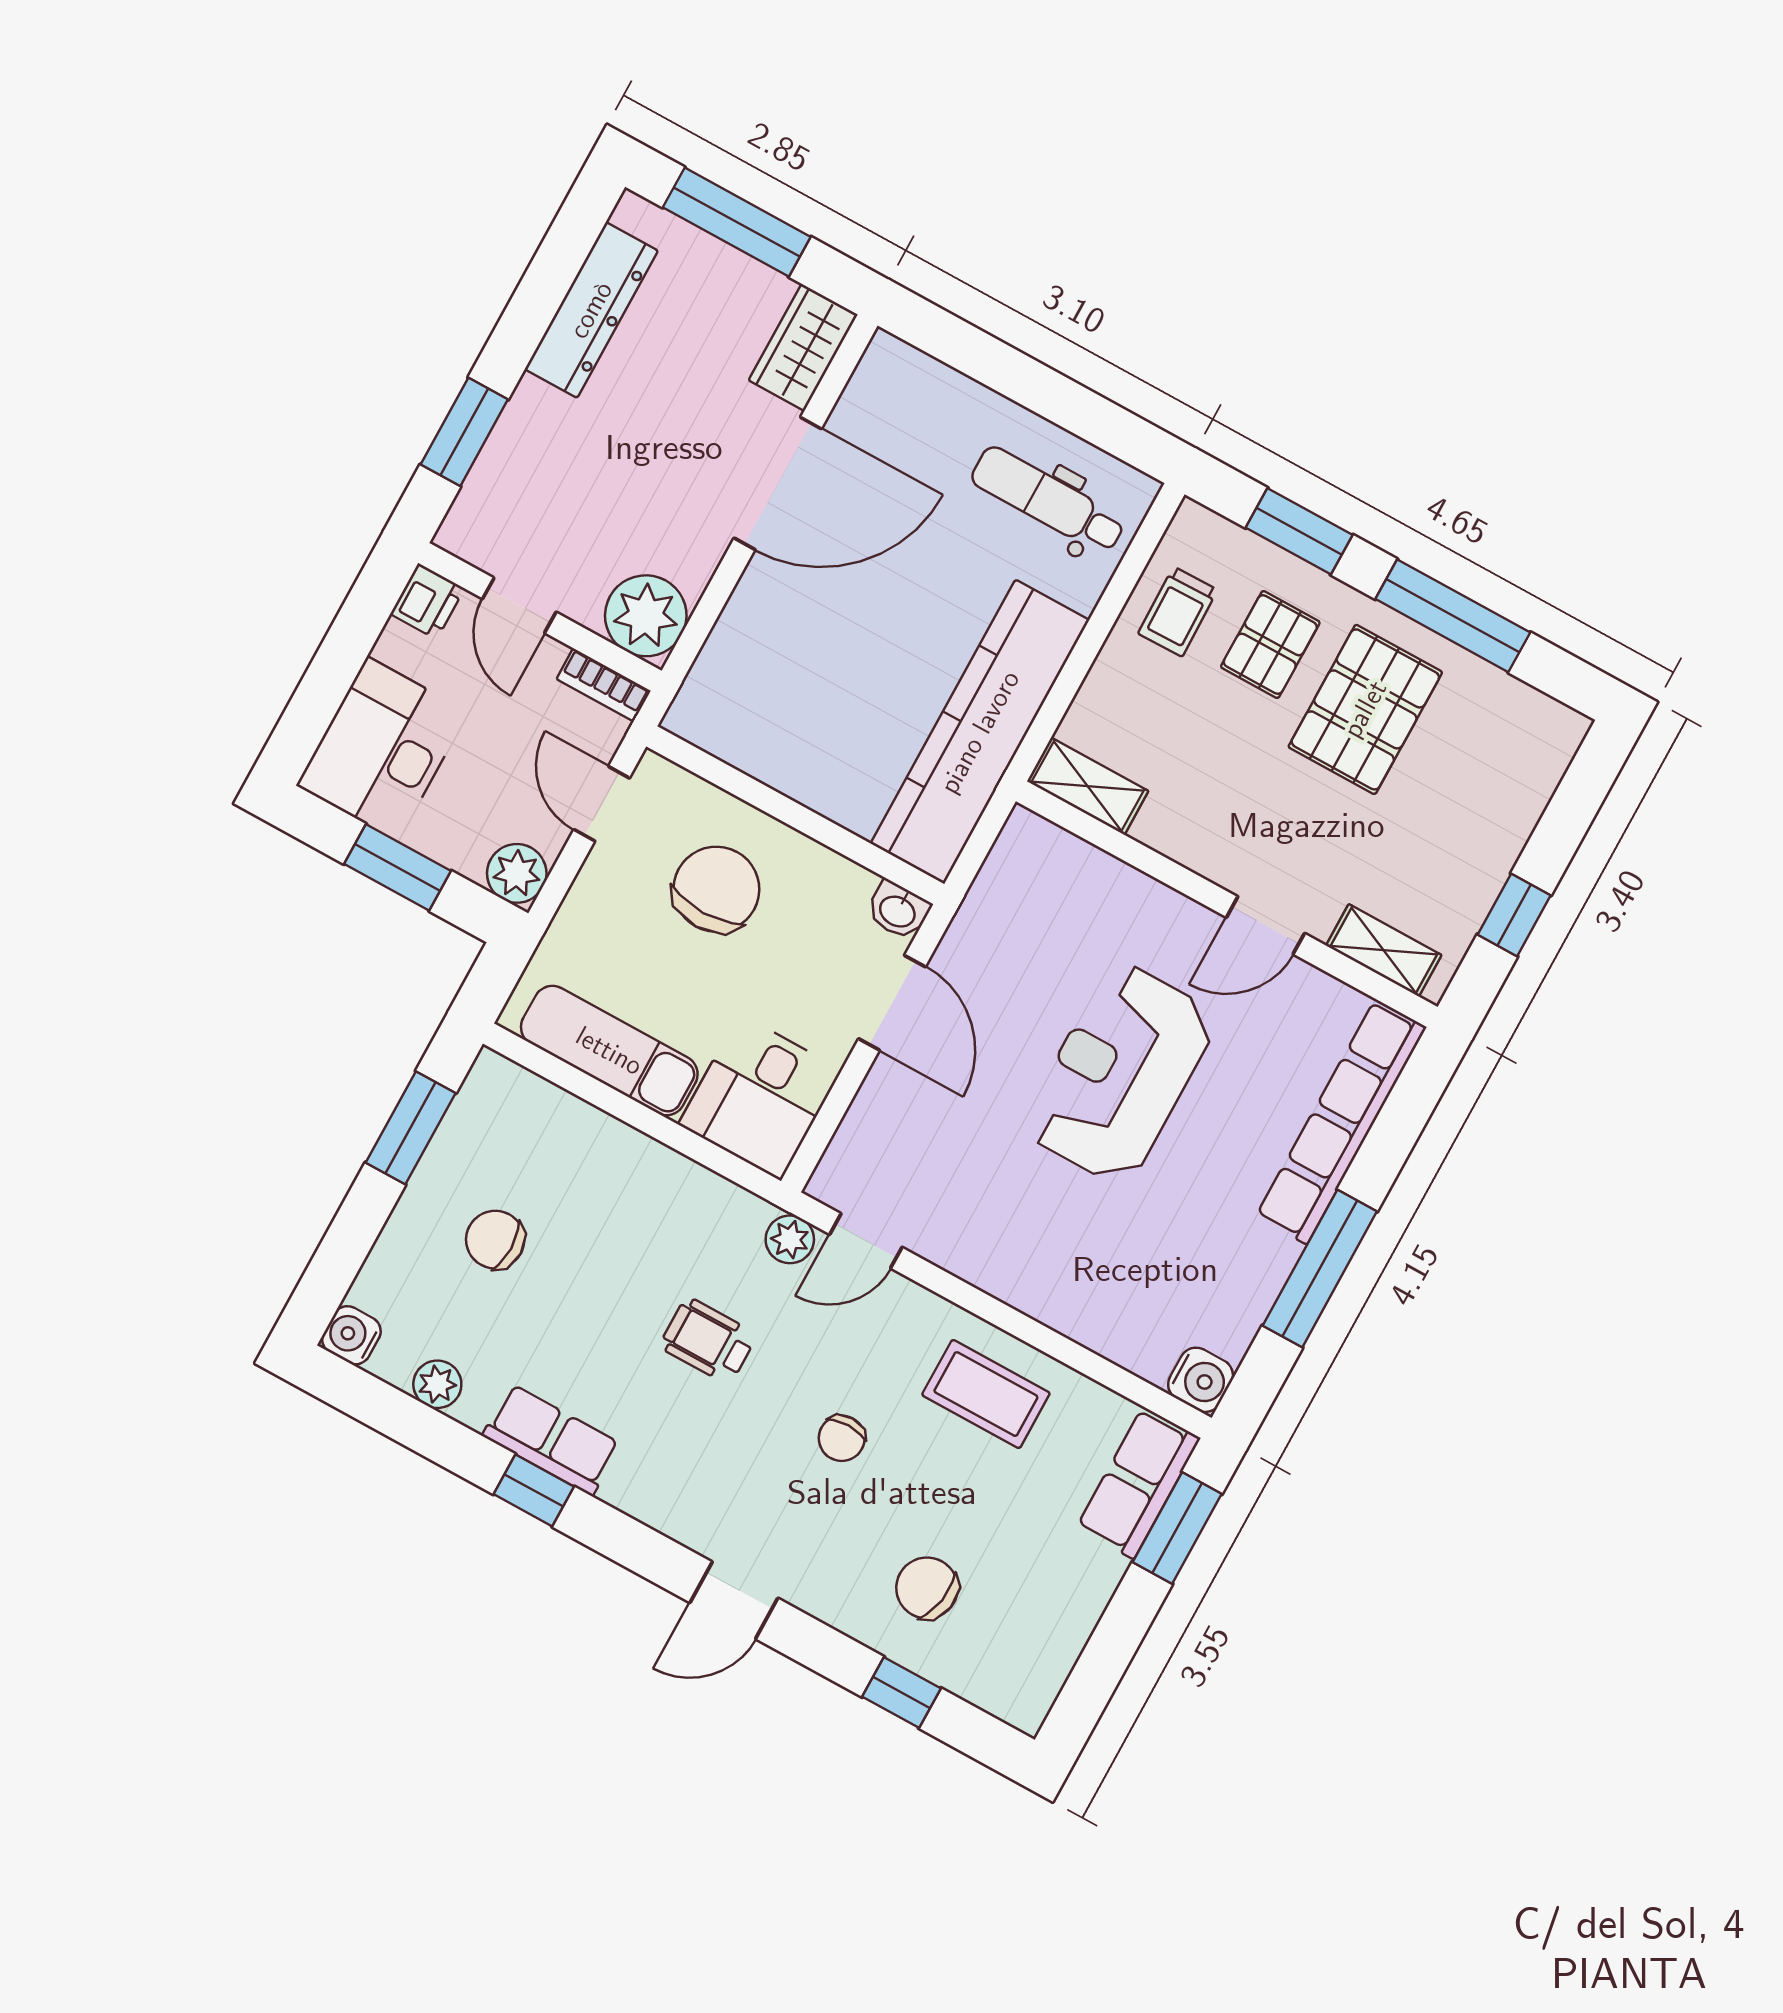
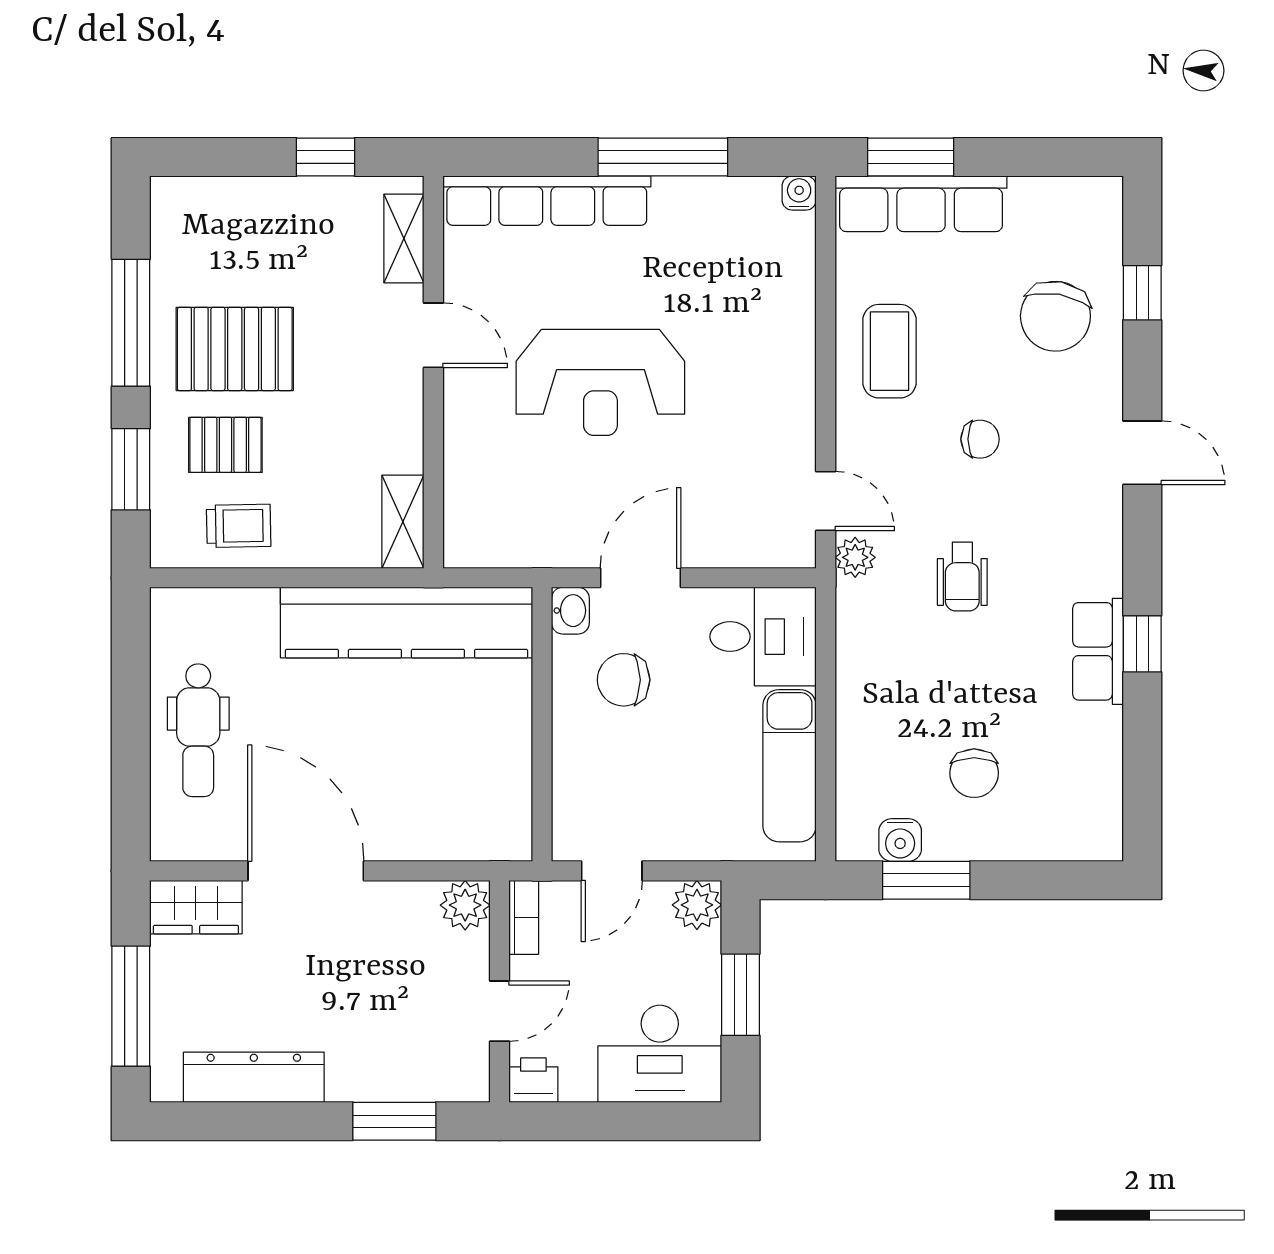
dental chair: (1048, 500) -> (198, 730), moved
plant: (646, 616) -> (465, 905), width x0.73, depth x0.73
chair: (716, 889) -> (624, 680), moved, width x0.73, depth x0.73
water cooler: (351, 1335) -> (900, 840), moved
water cooler: (1201, 1380) -> (799, 193), width x0.72, depth x0.72
plant: (437, 1384) -> (1103, 757), removed
row of seats: (1138, 1483) -> (921, 204), width x1.48
chair: (927, 1588) -> (1055, 316), width x1.37, depth x1.37

